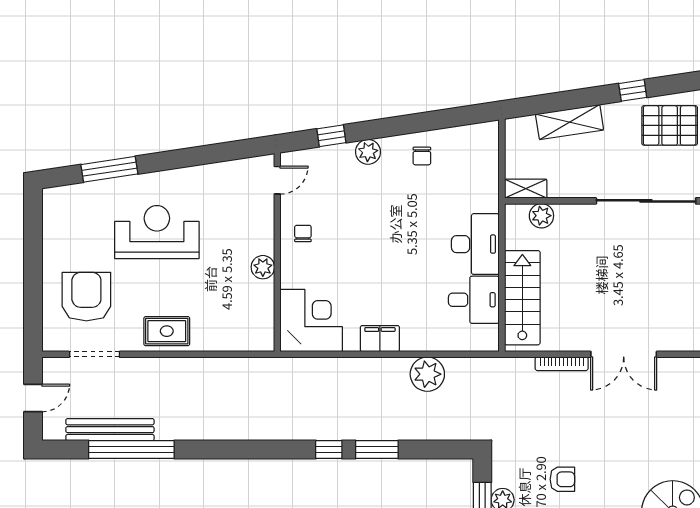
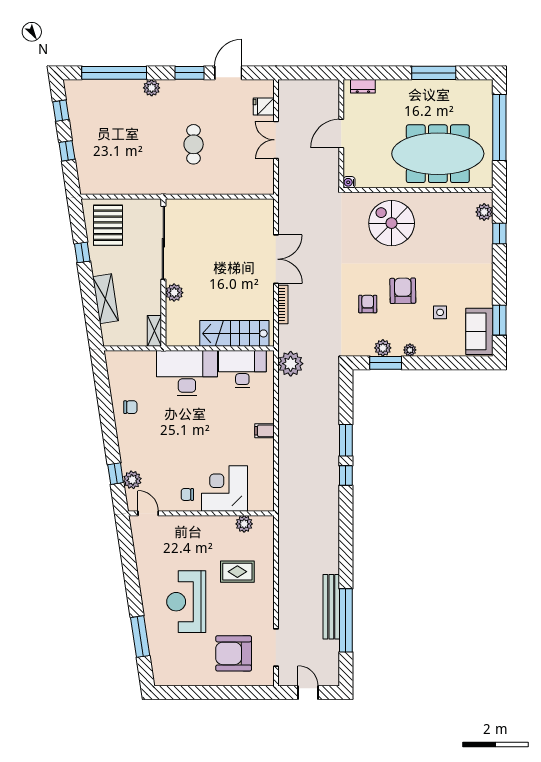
plant: (368, 152) -> (132, 480), moved
plant: (541, 216) -> (174, 293), moved
desk: (475, 244) -> (187, 373), width x1.36, depth x1.30
plant: (263, 267) -> (244, 524), moved
desk: (474, 300) -> (242, 369), width x1.37
corner desk: (311, 320) -> (225, 488), moved
rug: (167, 331) -> (237, 572), moved, turned 90
filing cabinet: (380, 339) -> (264, 431), width x0.50
plant: (427, 374) -> (291, 364), moved
bench: (110, 430) -> (331, 607), moved

